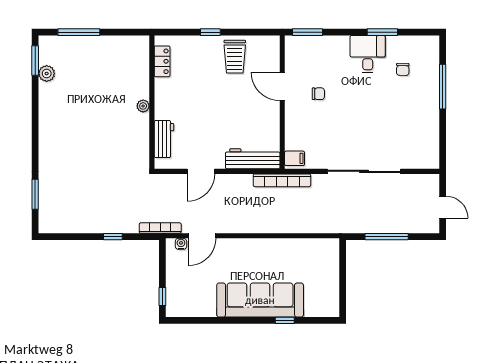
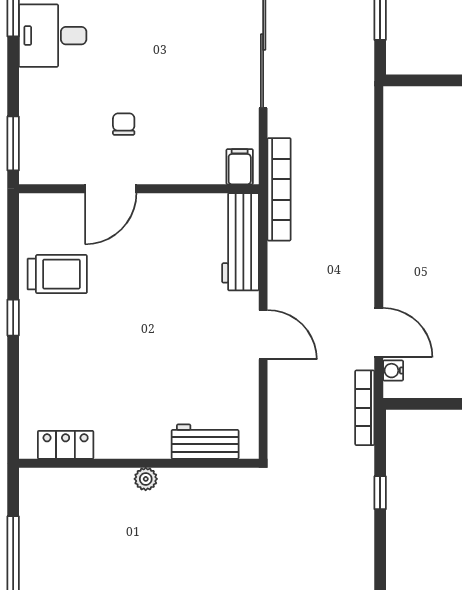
locker: (162, 61) -> (66, 445), moved
wall: (152, 102) -> (139, 463), moved
plant: (143, 106) -> (146, 479), moved
workbench: (164, 139) -> (205, 442), moved

